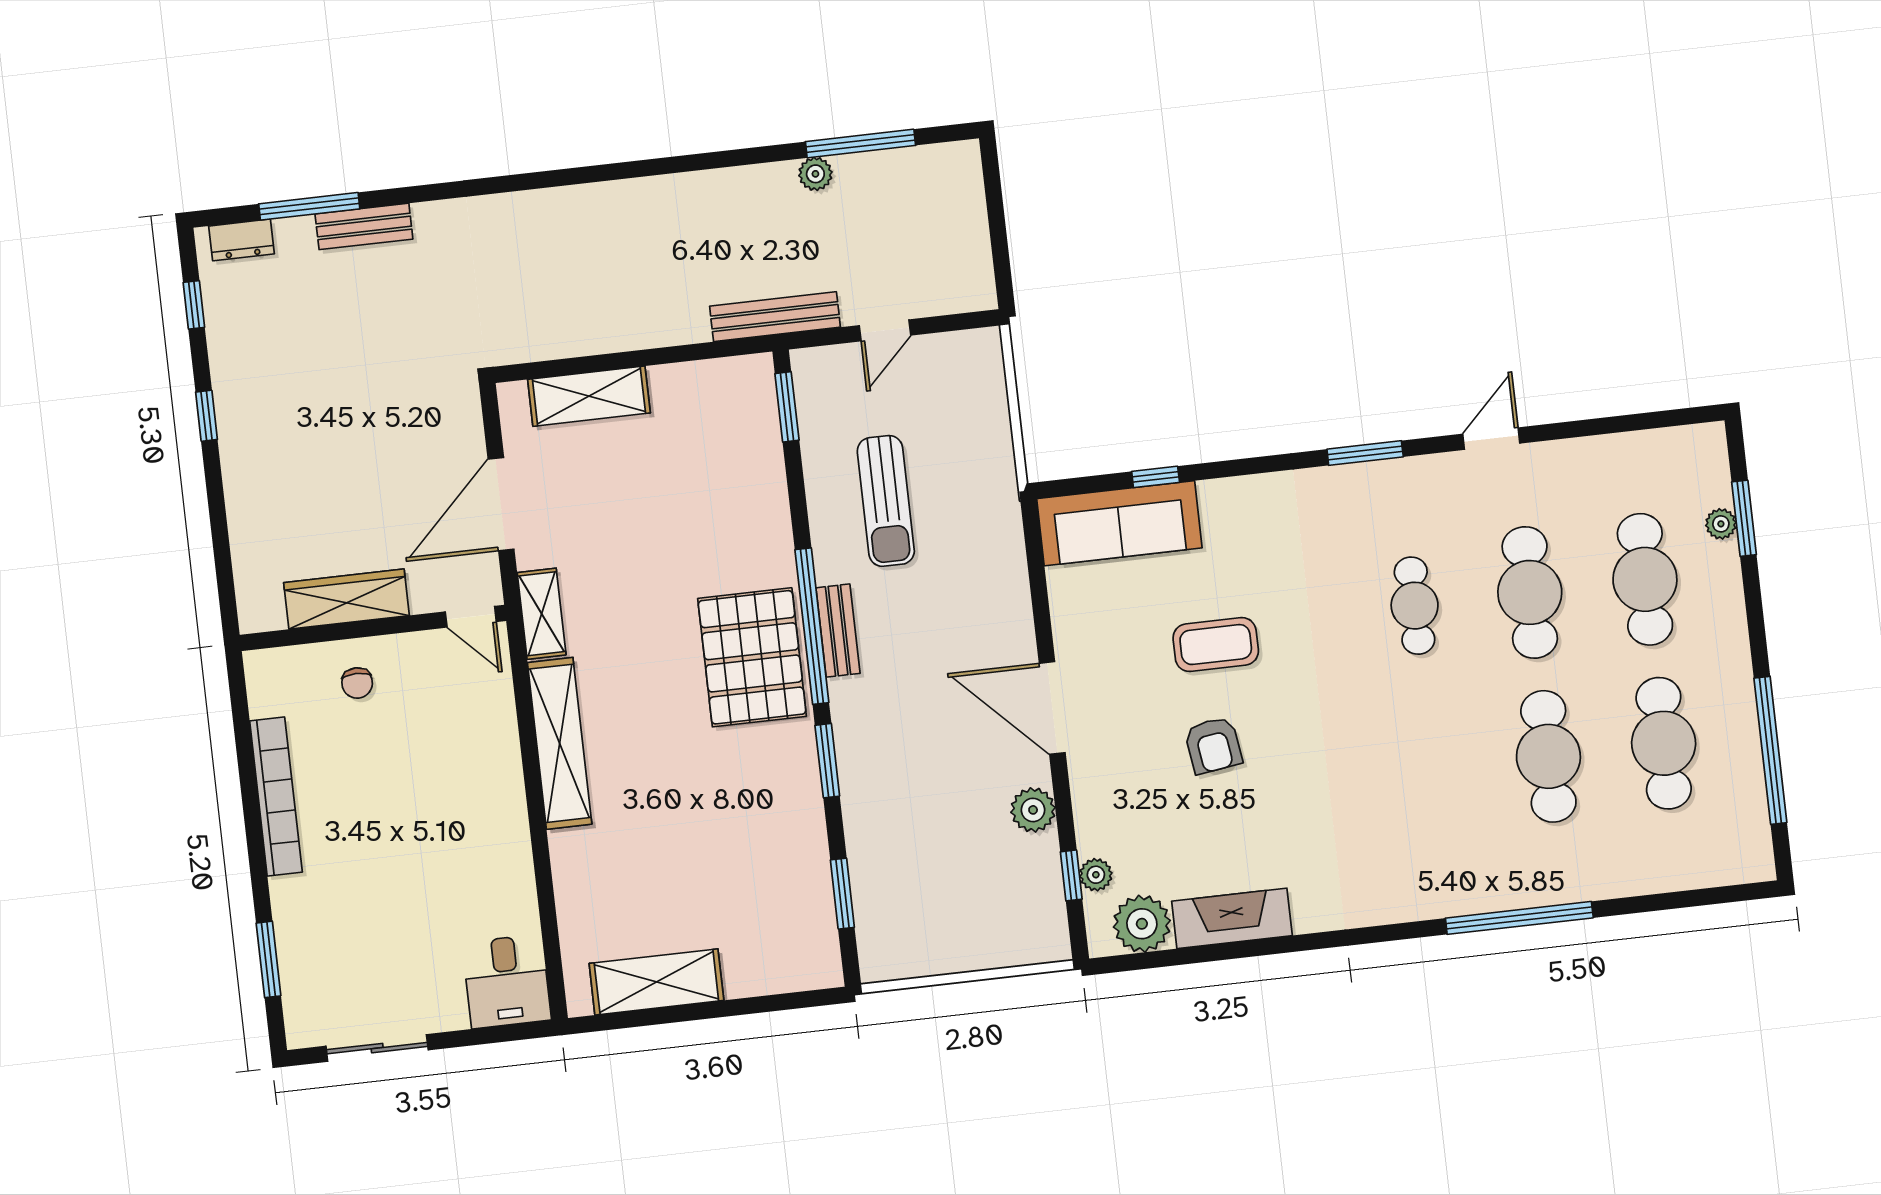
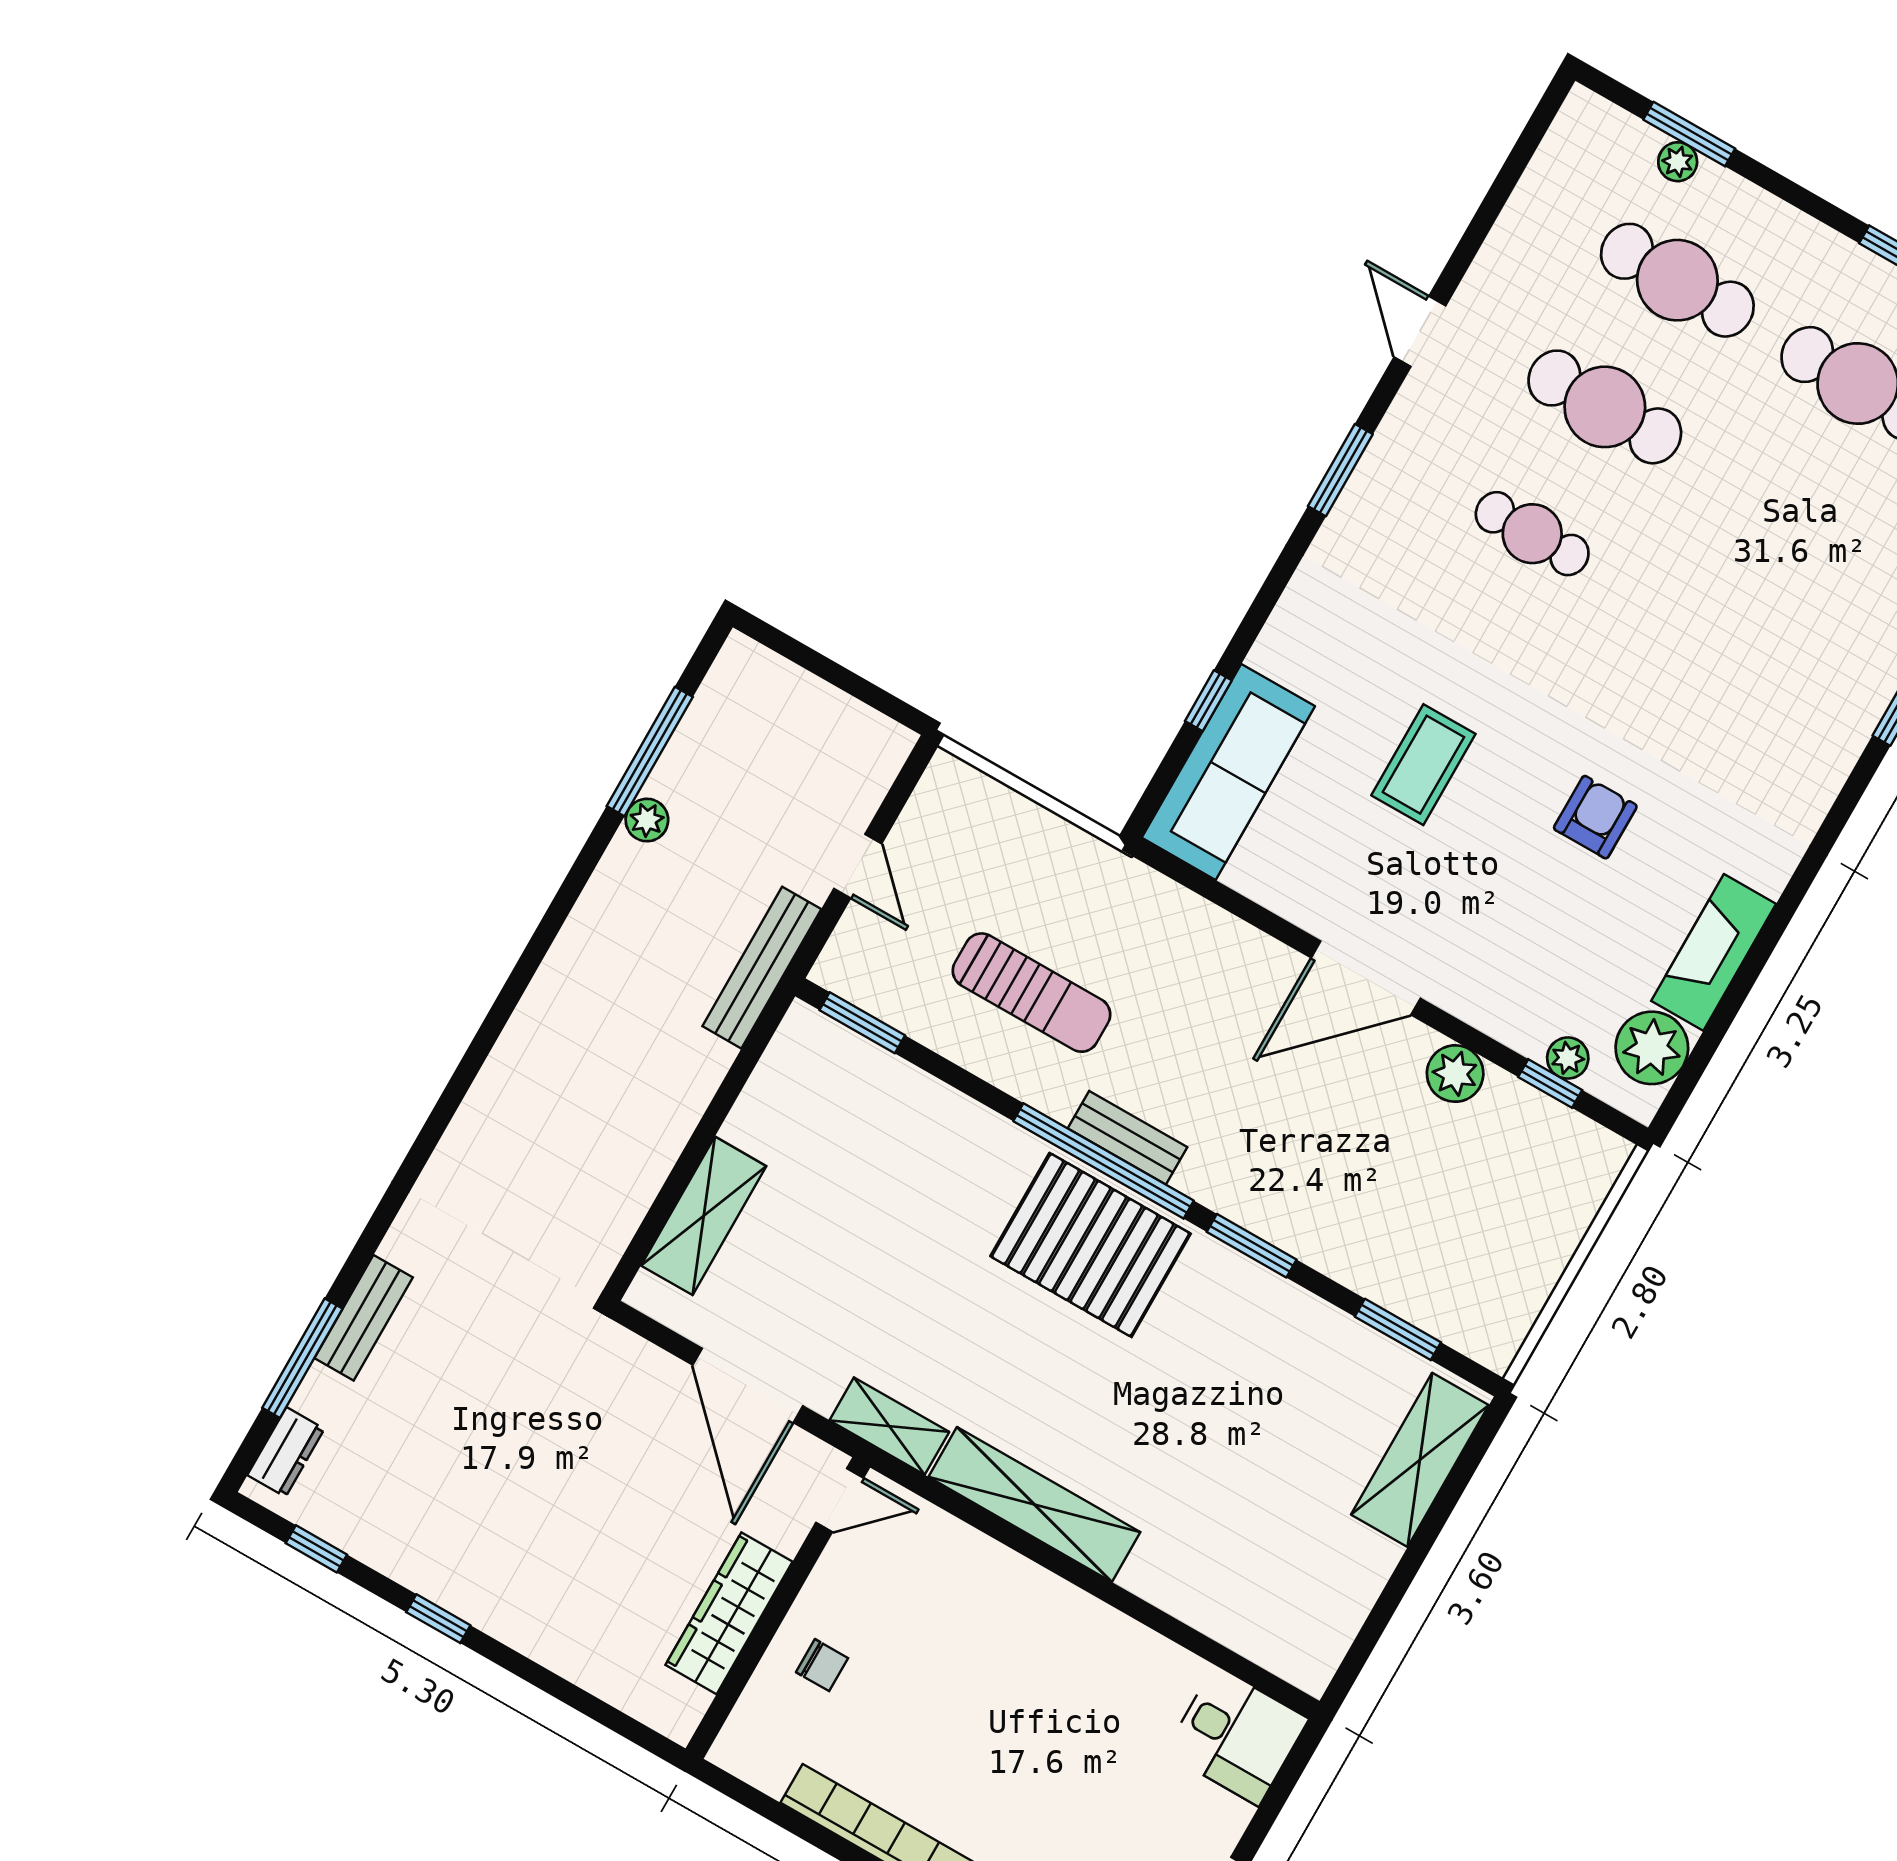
armchair: (1213, 745) -> (1595, 817), moved, turned -82
cafe table: (1548, 756) -> (1785, 510), removed
shelving: (656, 982) -> (1420, 1460), moved

